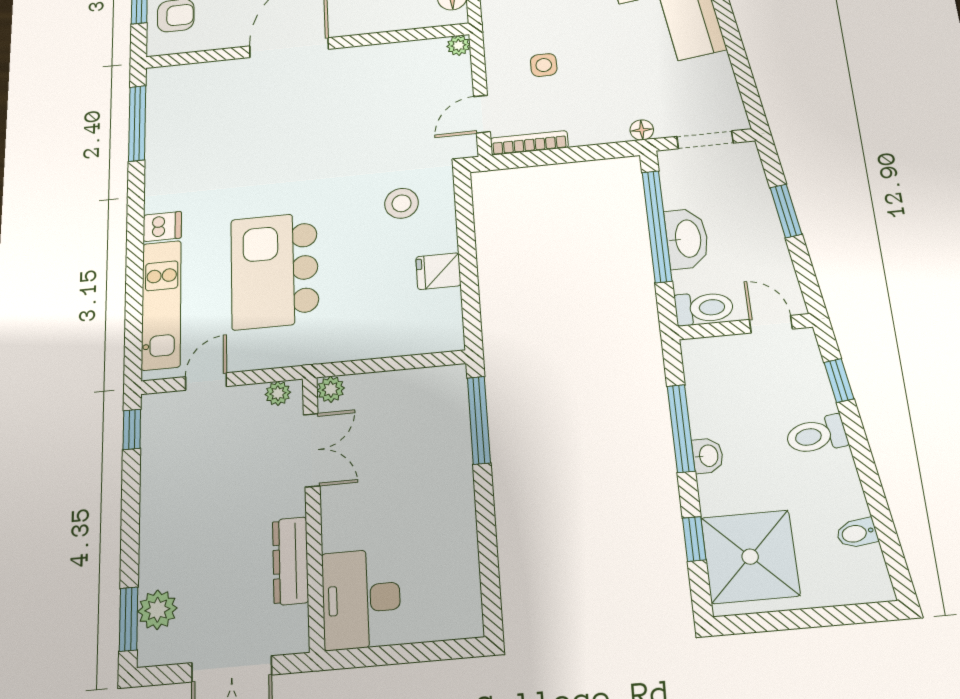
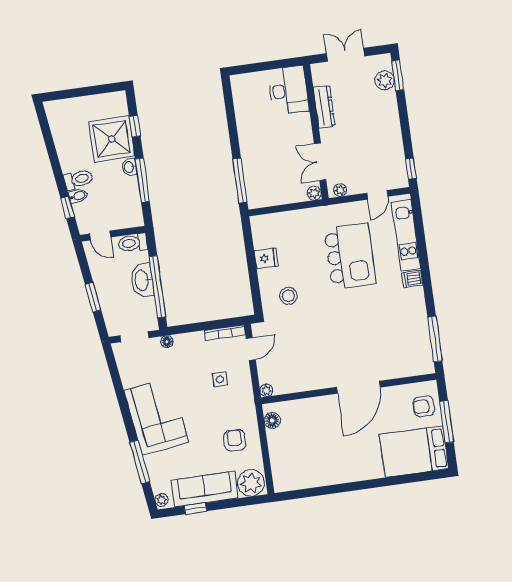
bidet: (857, 533) -> (78, 196), moved
shower: (750, 557) -> (112, 139), moved

